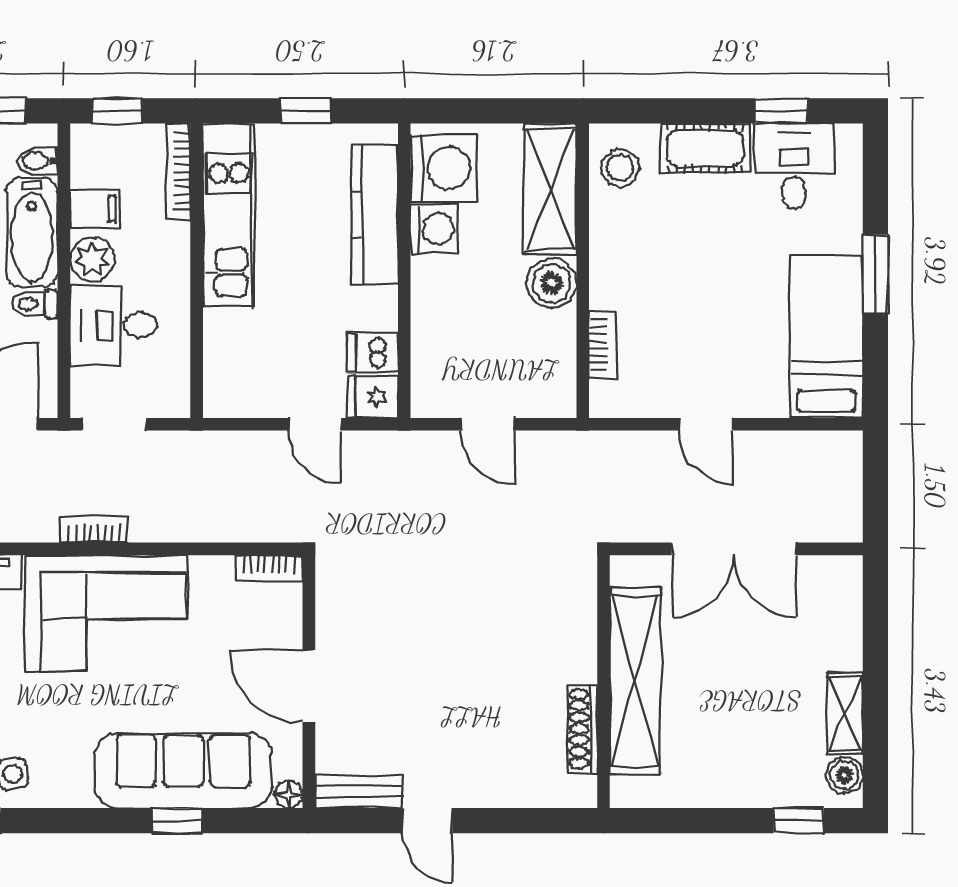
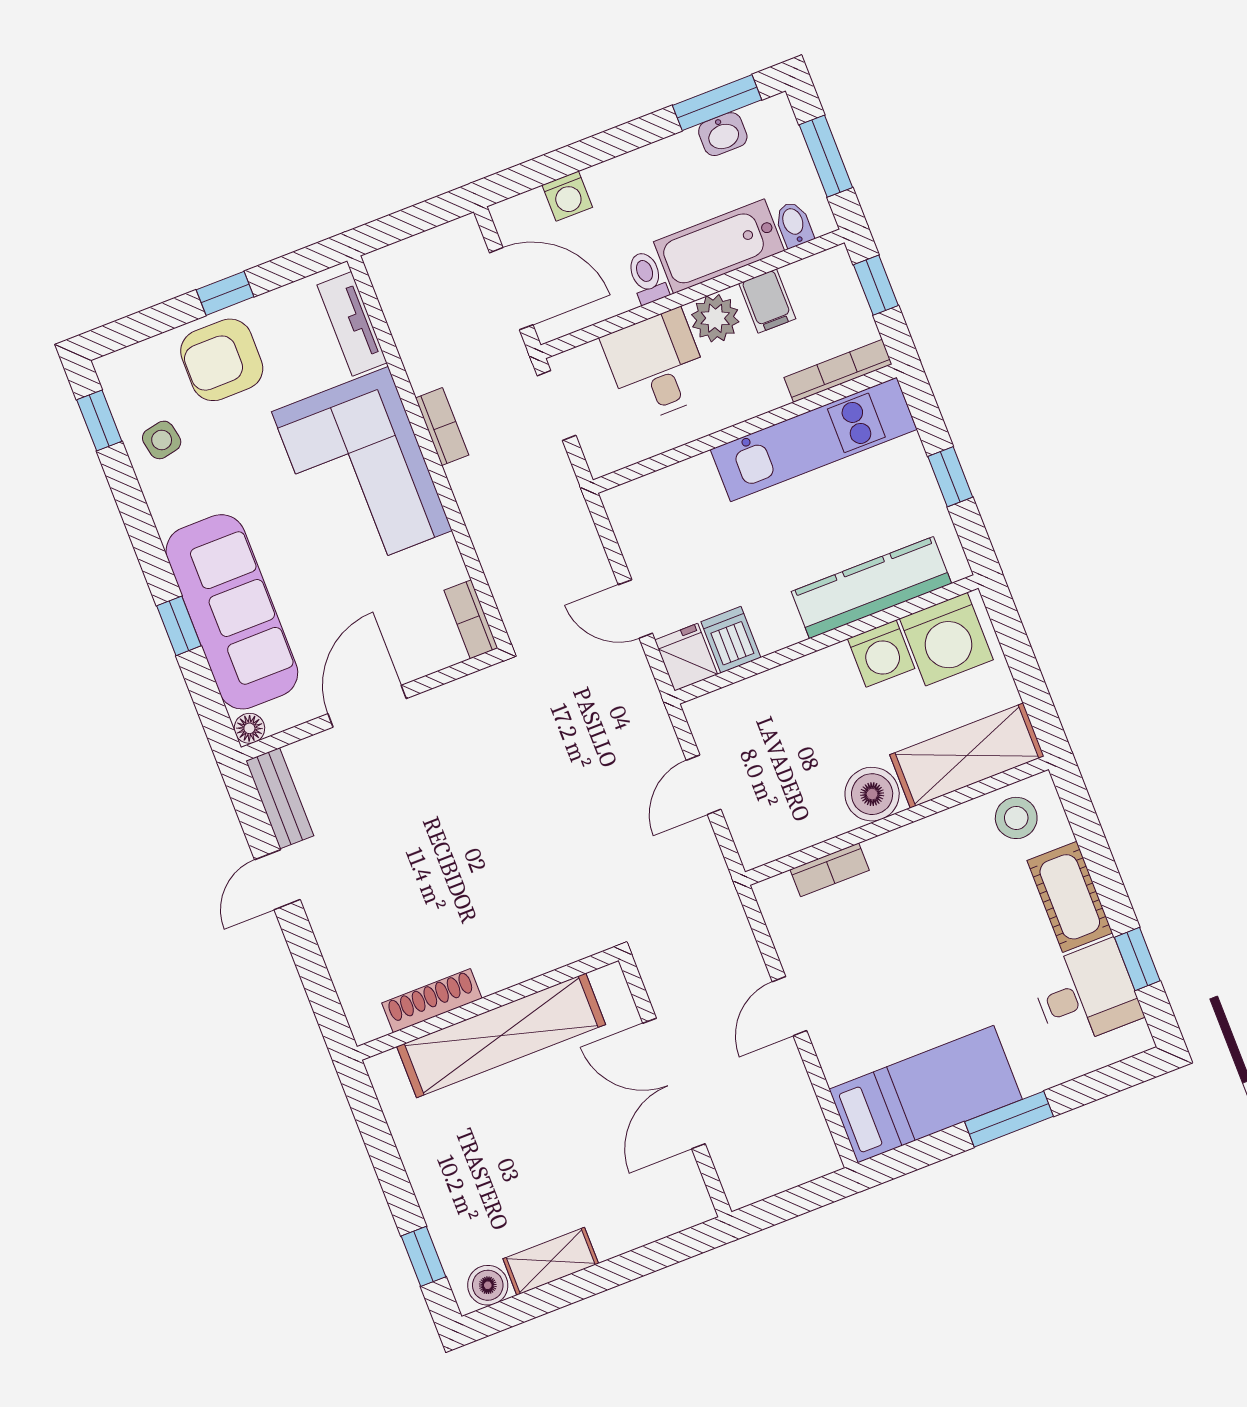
door: (315, 424) -> (635, 609), hinge flipped

